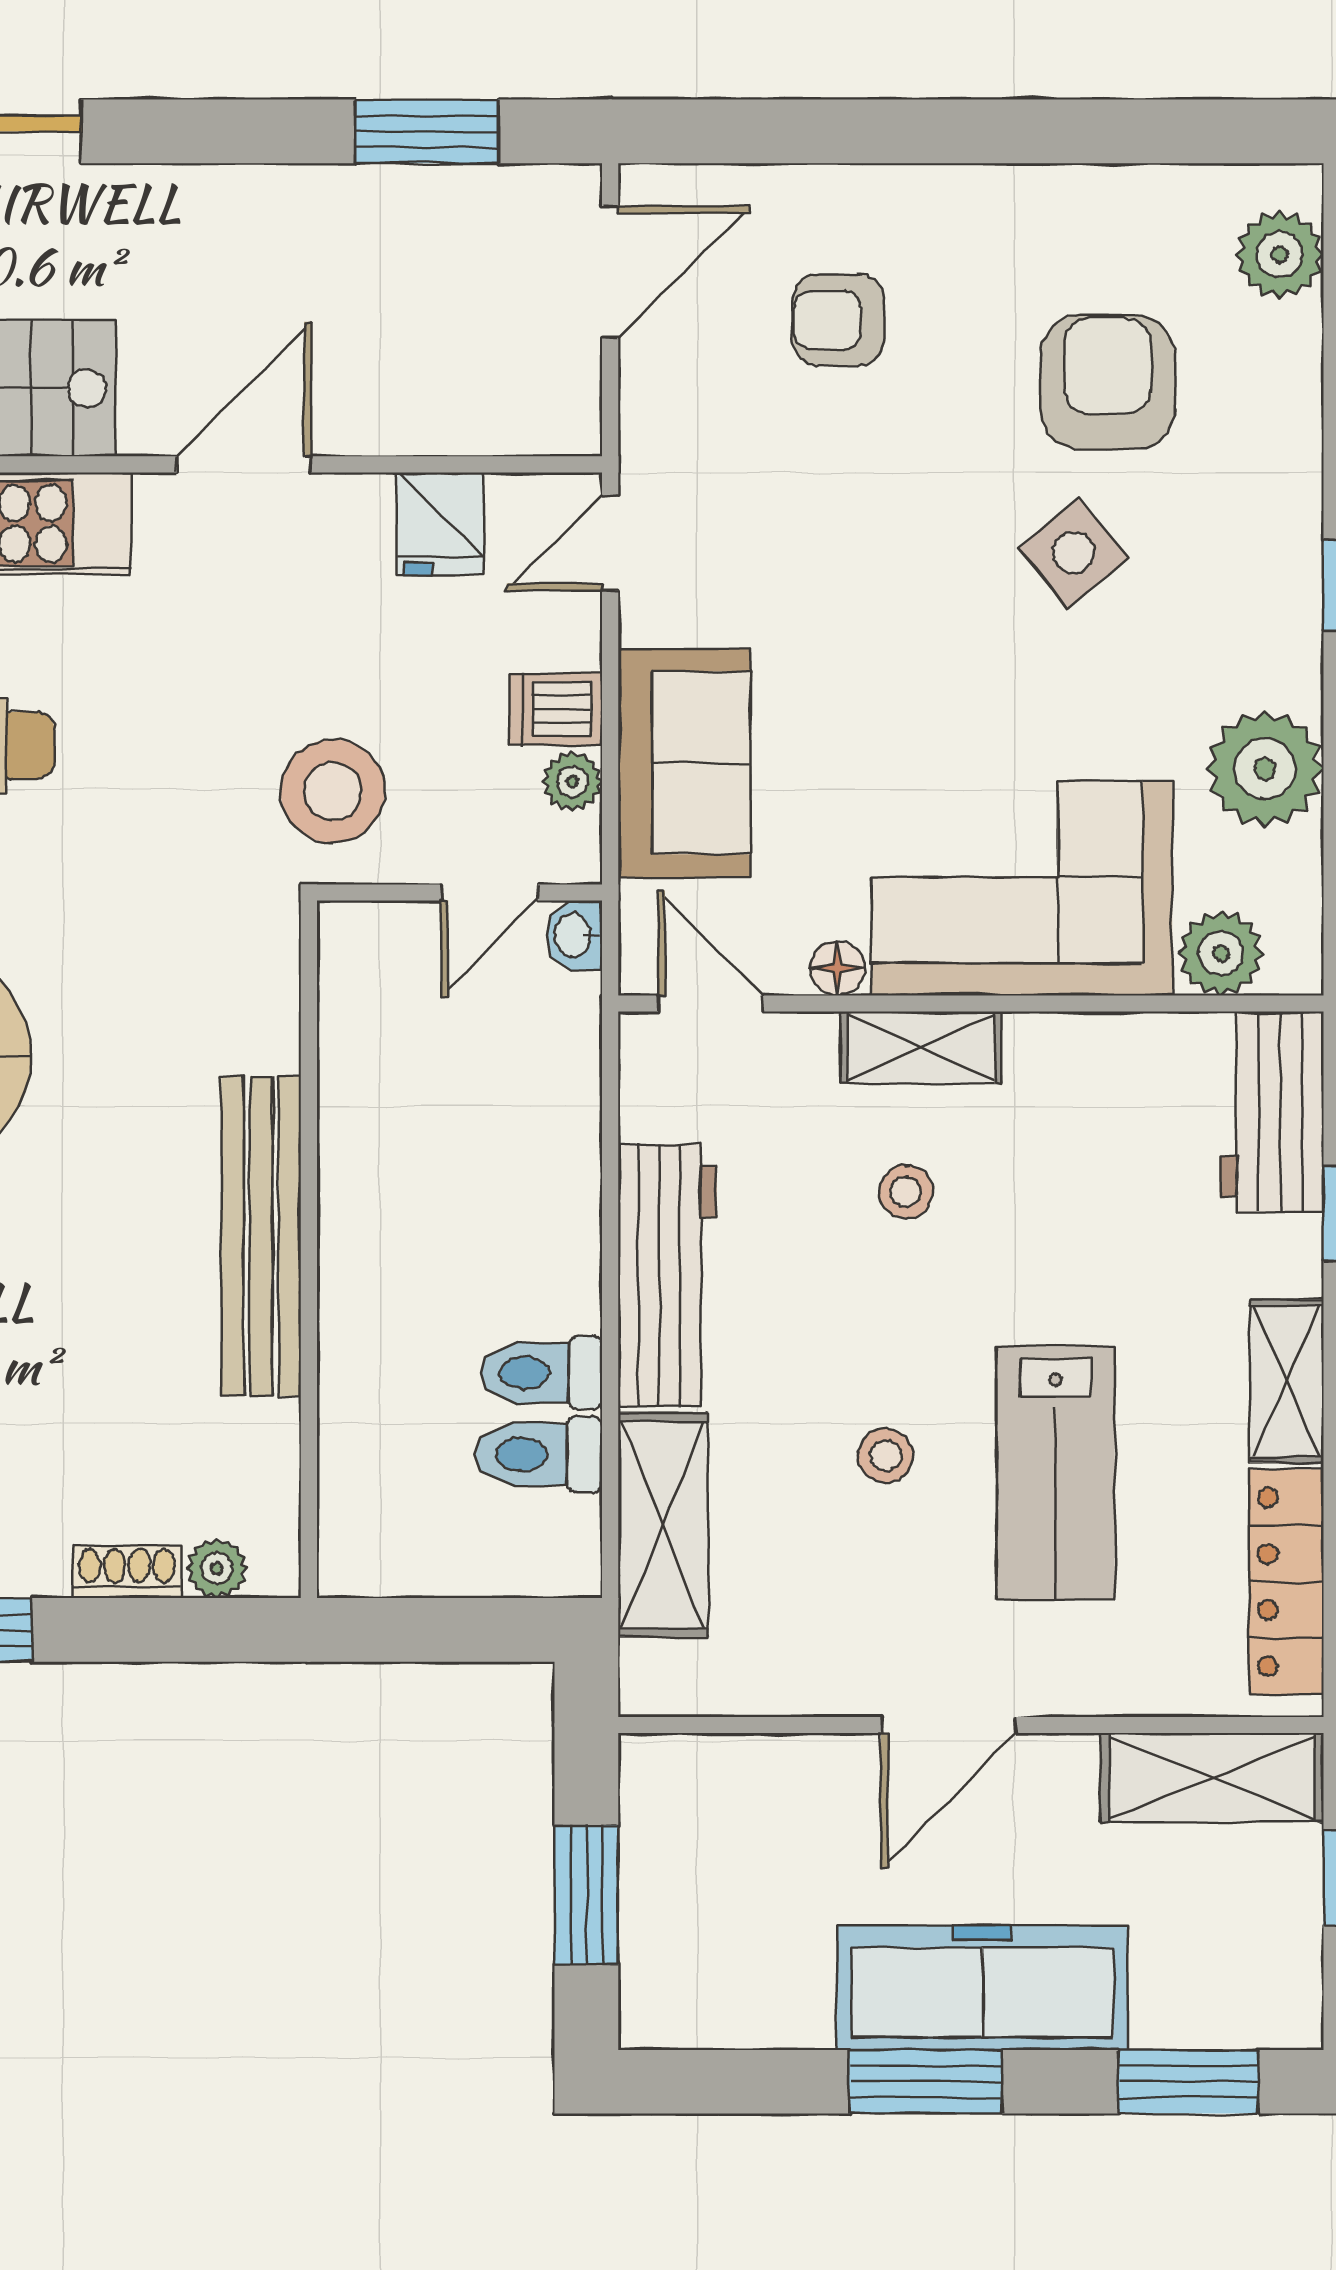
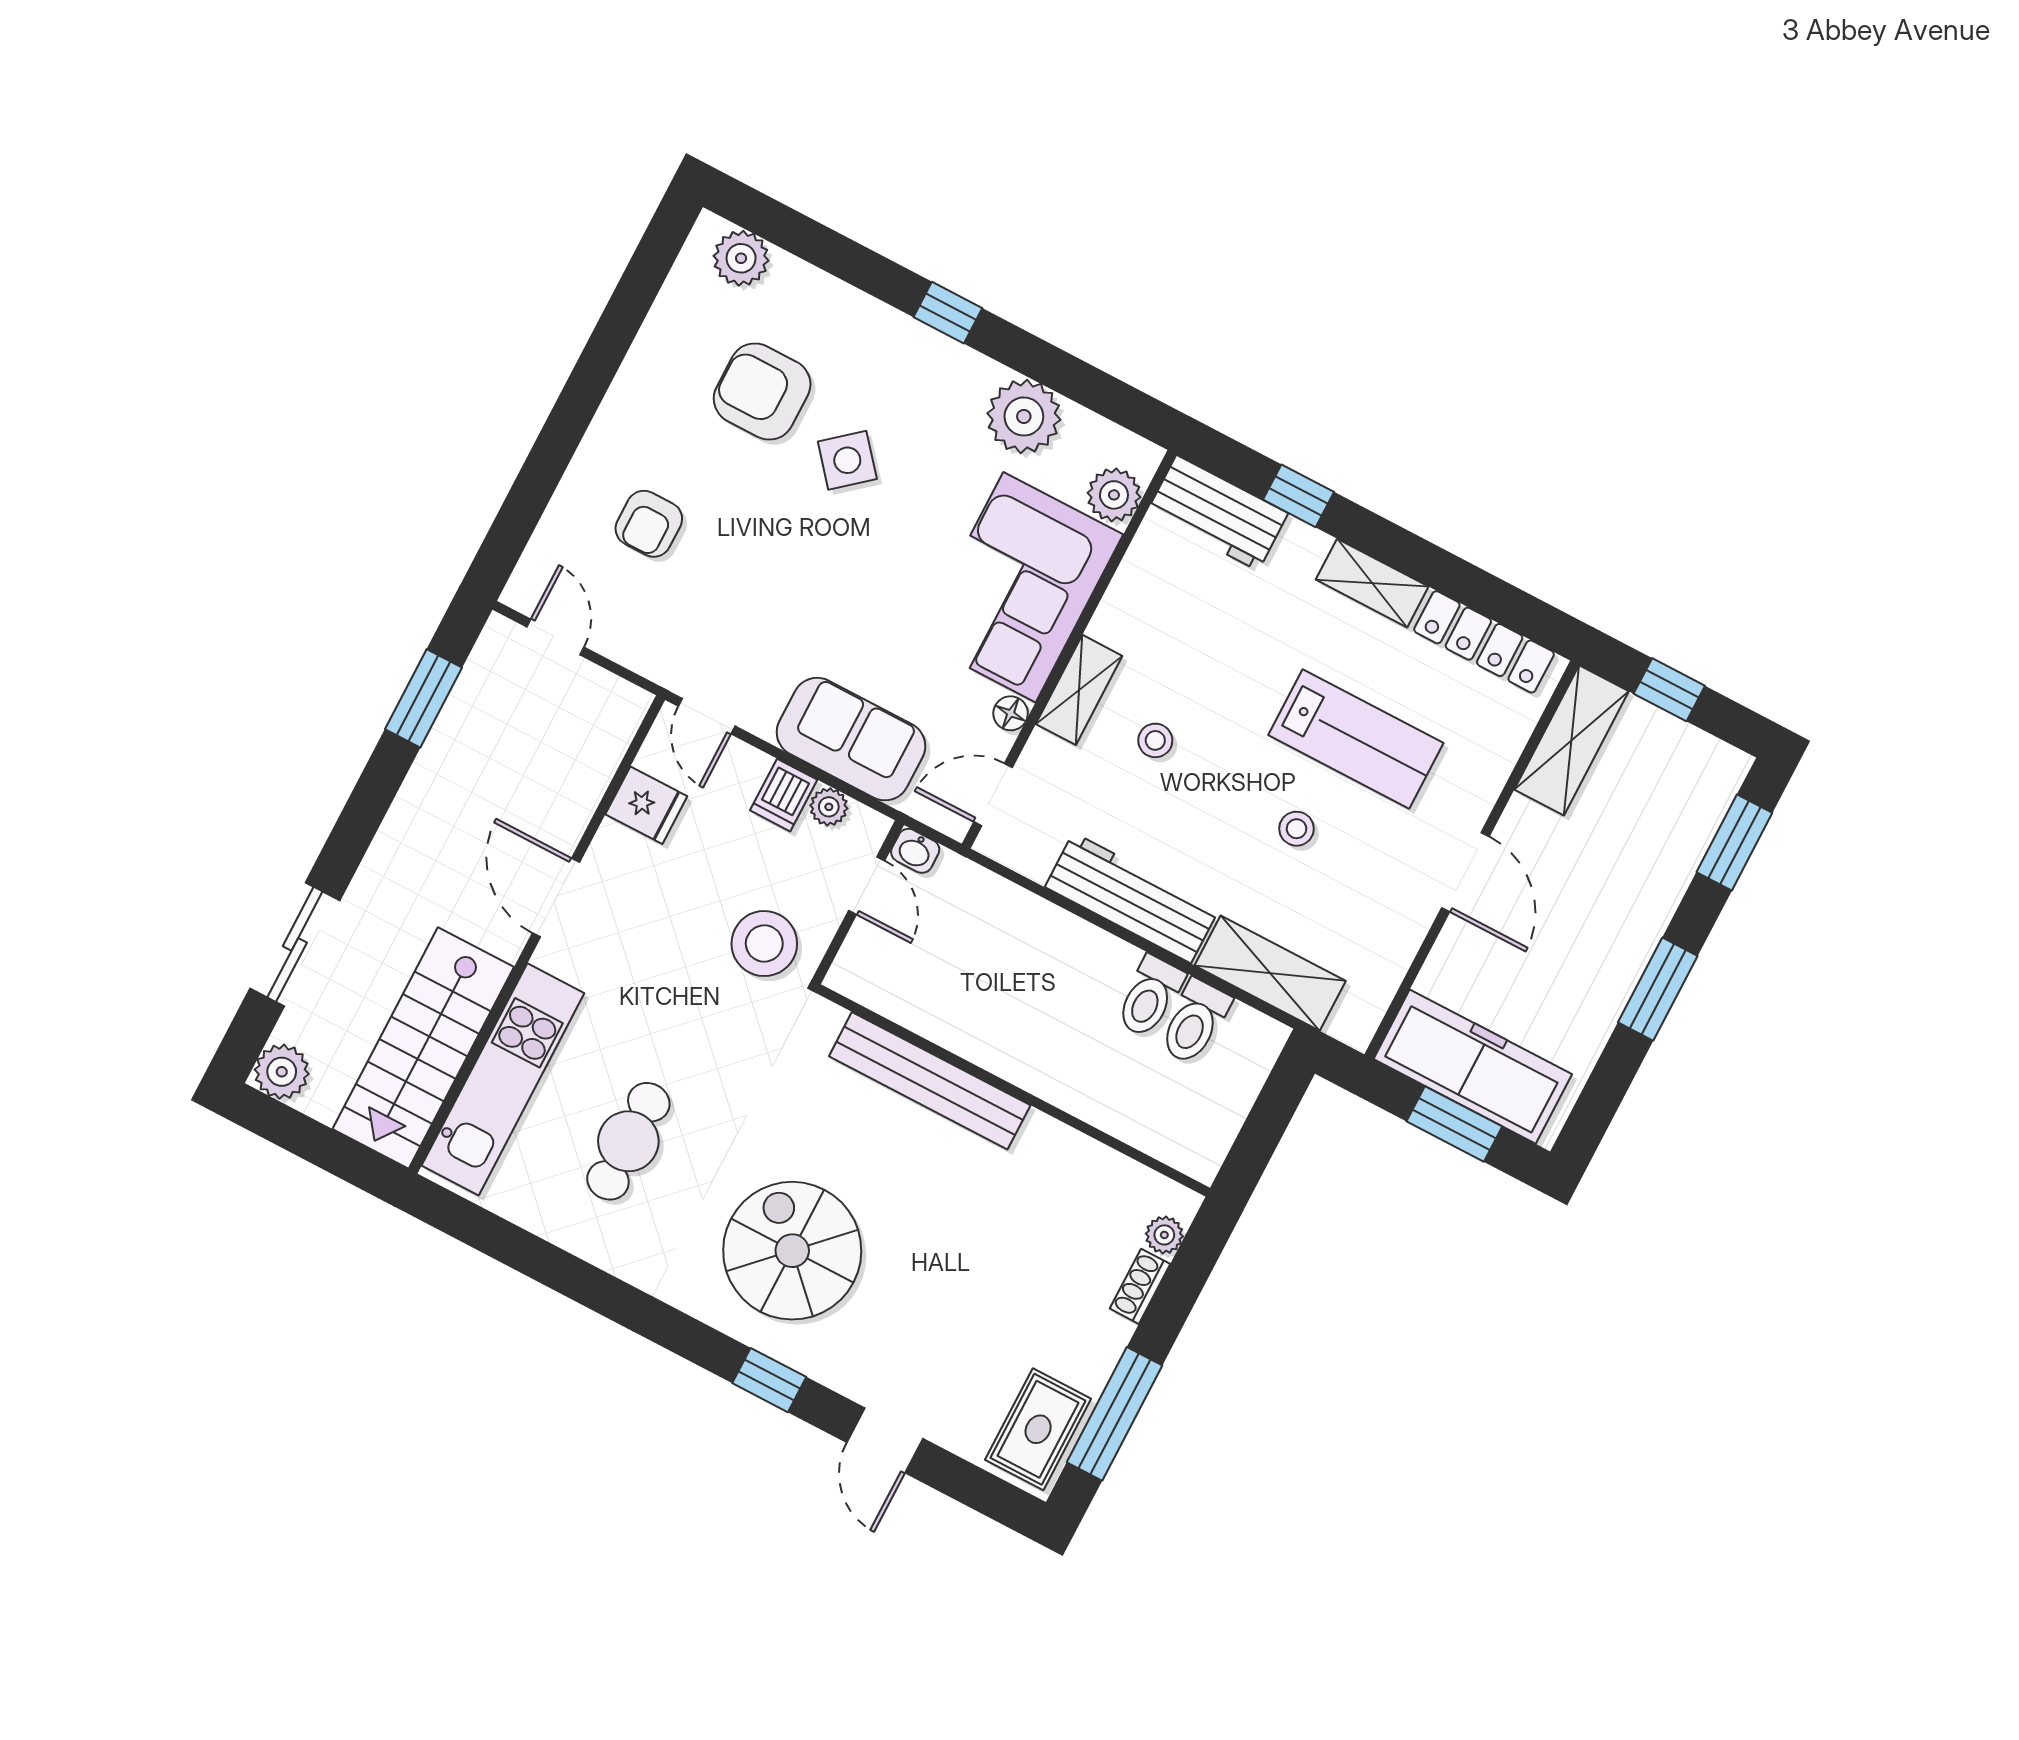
door: (610, 272) -> (555, 637), width x0.73
bench: (261, 1236) -> (930, 1081), moved
freezer: (982, 1988) -> (1473, 1067), moved, turned 90

